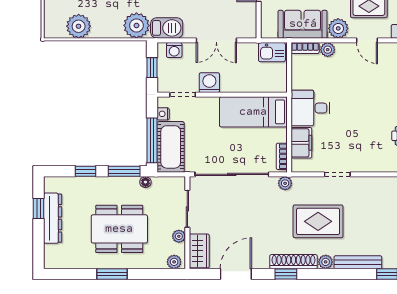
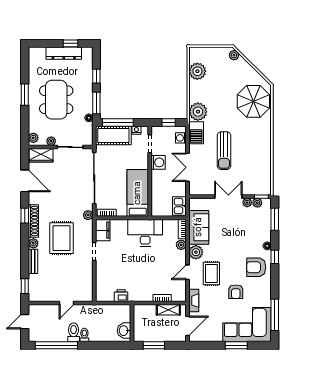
desk: (310, 108) -> (145, 233), width x1.37
filing cabinet: (301, 143) -> (103, 230), moved, turned -90
bench: (358, 262) -> (33, 261), width x0.73

